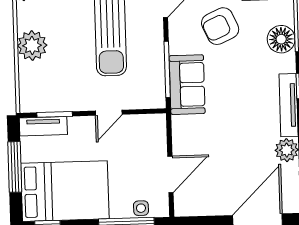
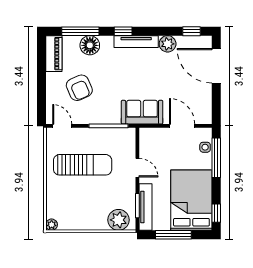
plant: (32, 46) -> (118, 220), moved
sofa: (187, 85) -> (142, 112), moved
tv unit: (43, 126) -> (146, 207), width x1.41

